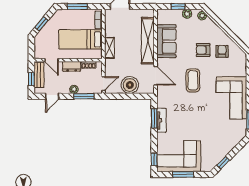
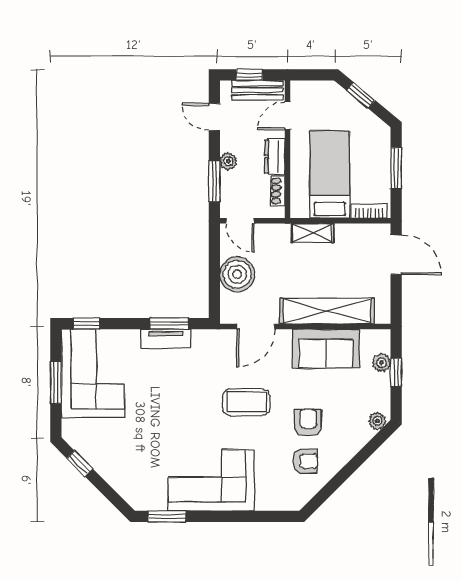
plant: (187, 14) -> (381, 363), moved

